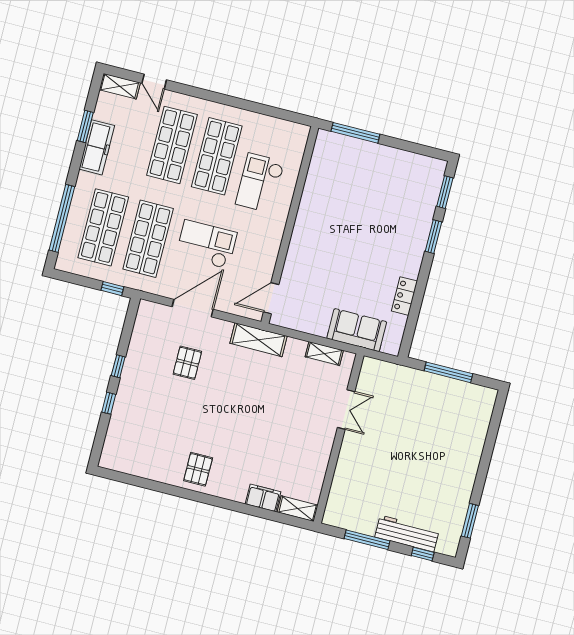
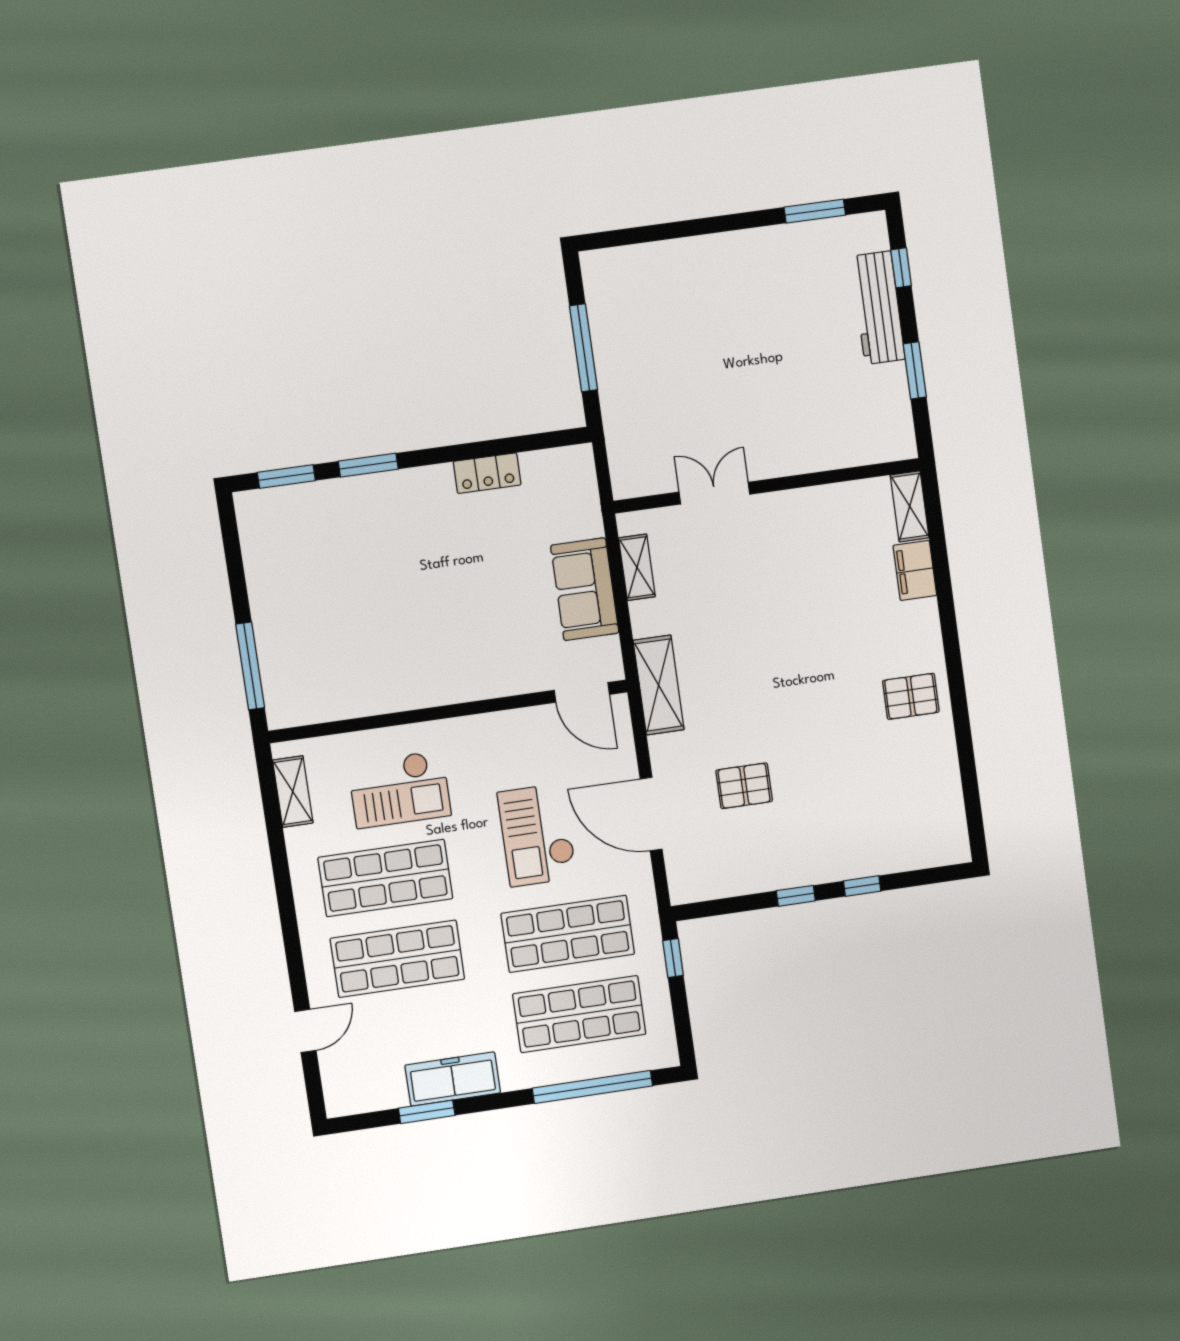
shelving: (120, 86) -> (293, 792), moved
sofa: (357, 330) -> (585, 589), moved
window: (367, 540) -> (915, 370), width x0.69

